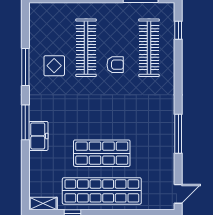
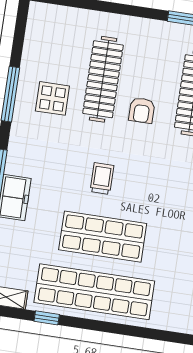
armchair: (115, 65) -> (142, 110), turned 90
trolley: (95, 114) -> (102, 178), added

